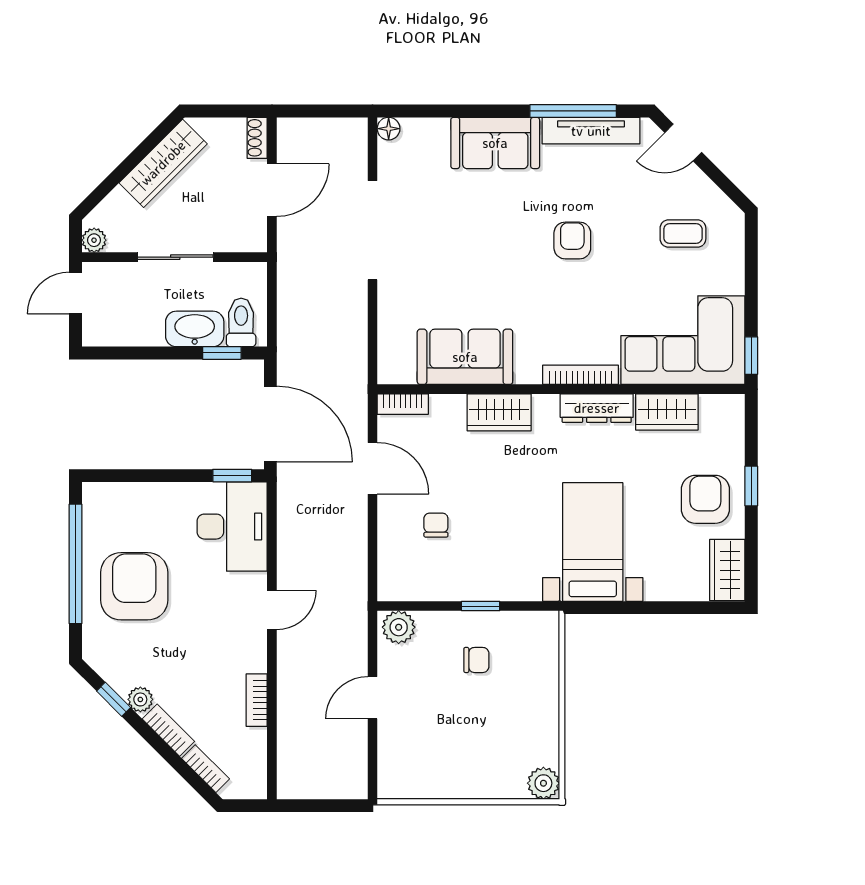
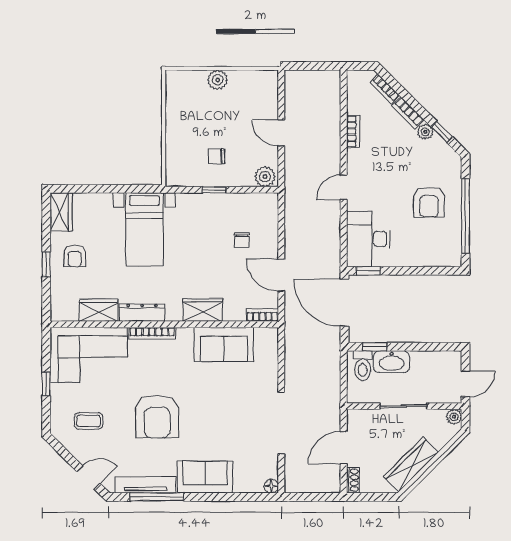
armchair: (572, 240) -> (157, 417), width x1.88, depth x1.88
window: (751, 356) -> (46, 384), moved
armchair: (705, 499) -> (75, 256), width x0.72, depth x0.72
armchair: (134, 586) -> (429, 202), width x0.73, depth x0.73
door: (373, 698) -> (281, 133), swing flipped
plant: (543, 783) -> (218, 80), moved

